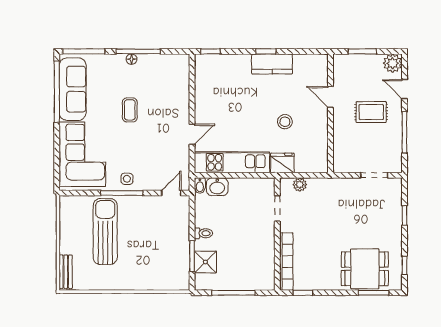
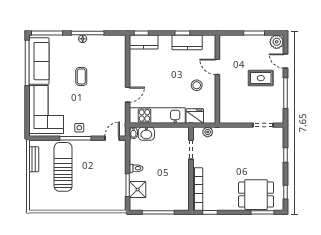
kitchen counter: (214, 63) -> (144, 42), added
door: (330, 97) -> (217, 67), moved
wall: (330, 113) -> (217, 79), moved
bench: (66, 272) -> (34, 159), moved

